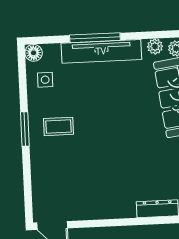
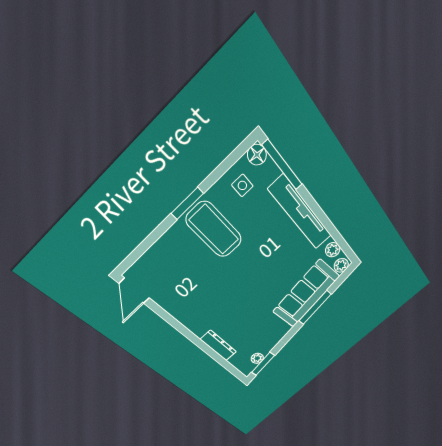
window: (95, 38) -> (282, 165), moved
coffee table: (59, 126) -> (214, 230), width x1.86, depth x1.72

